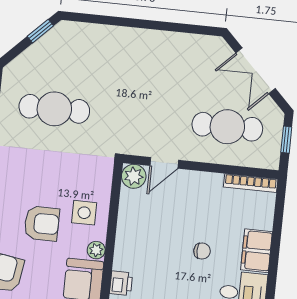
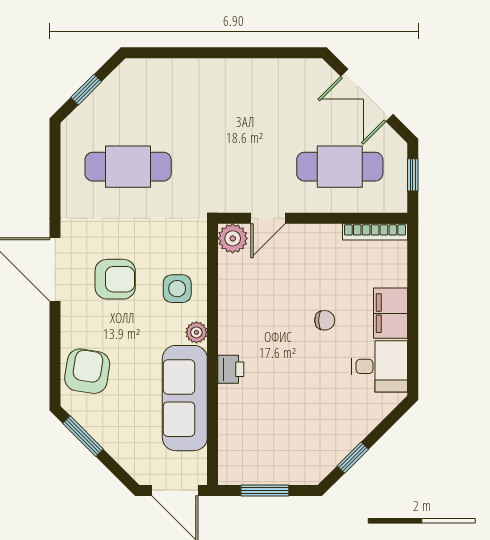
window: (40, 31) -> (86, 90), moved
armchair: (42, 223) -> (115, 279), moved

